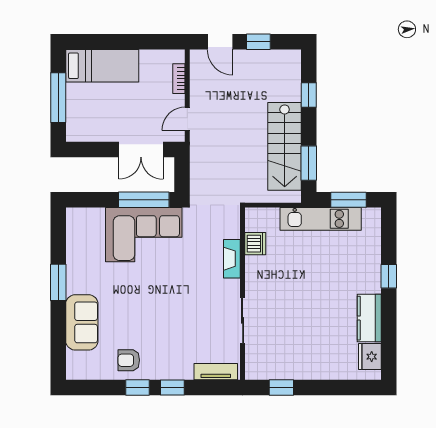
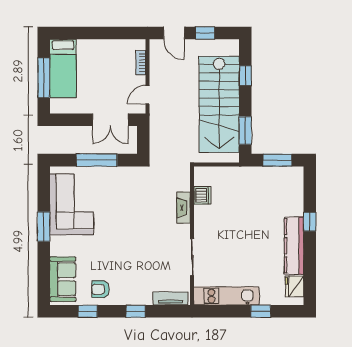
bed: (102, 66) -> (63, 68), moved, turned 90
stairs: (285, 146) -> (219, 104), width x1.36, depth x1.51
window: (144, 200) -> (97, 160), moved
kitchen unit: (321, 219) -> (226, 296), moved, turned 180
corner sofa: (144, 235) -> (72, 205), moved, turned -90
kitchen counter: (369, 318) -> (294, 246), width x1.50
sofa: (82, 322) -> (63, 279), moved
window: (137, 388) -> (88, 311), moved
window: (281, 388) -> (261, 311), moved

